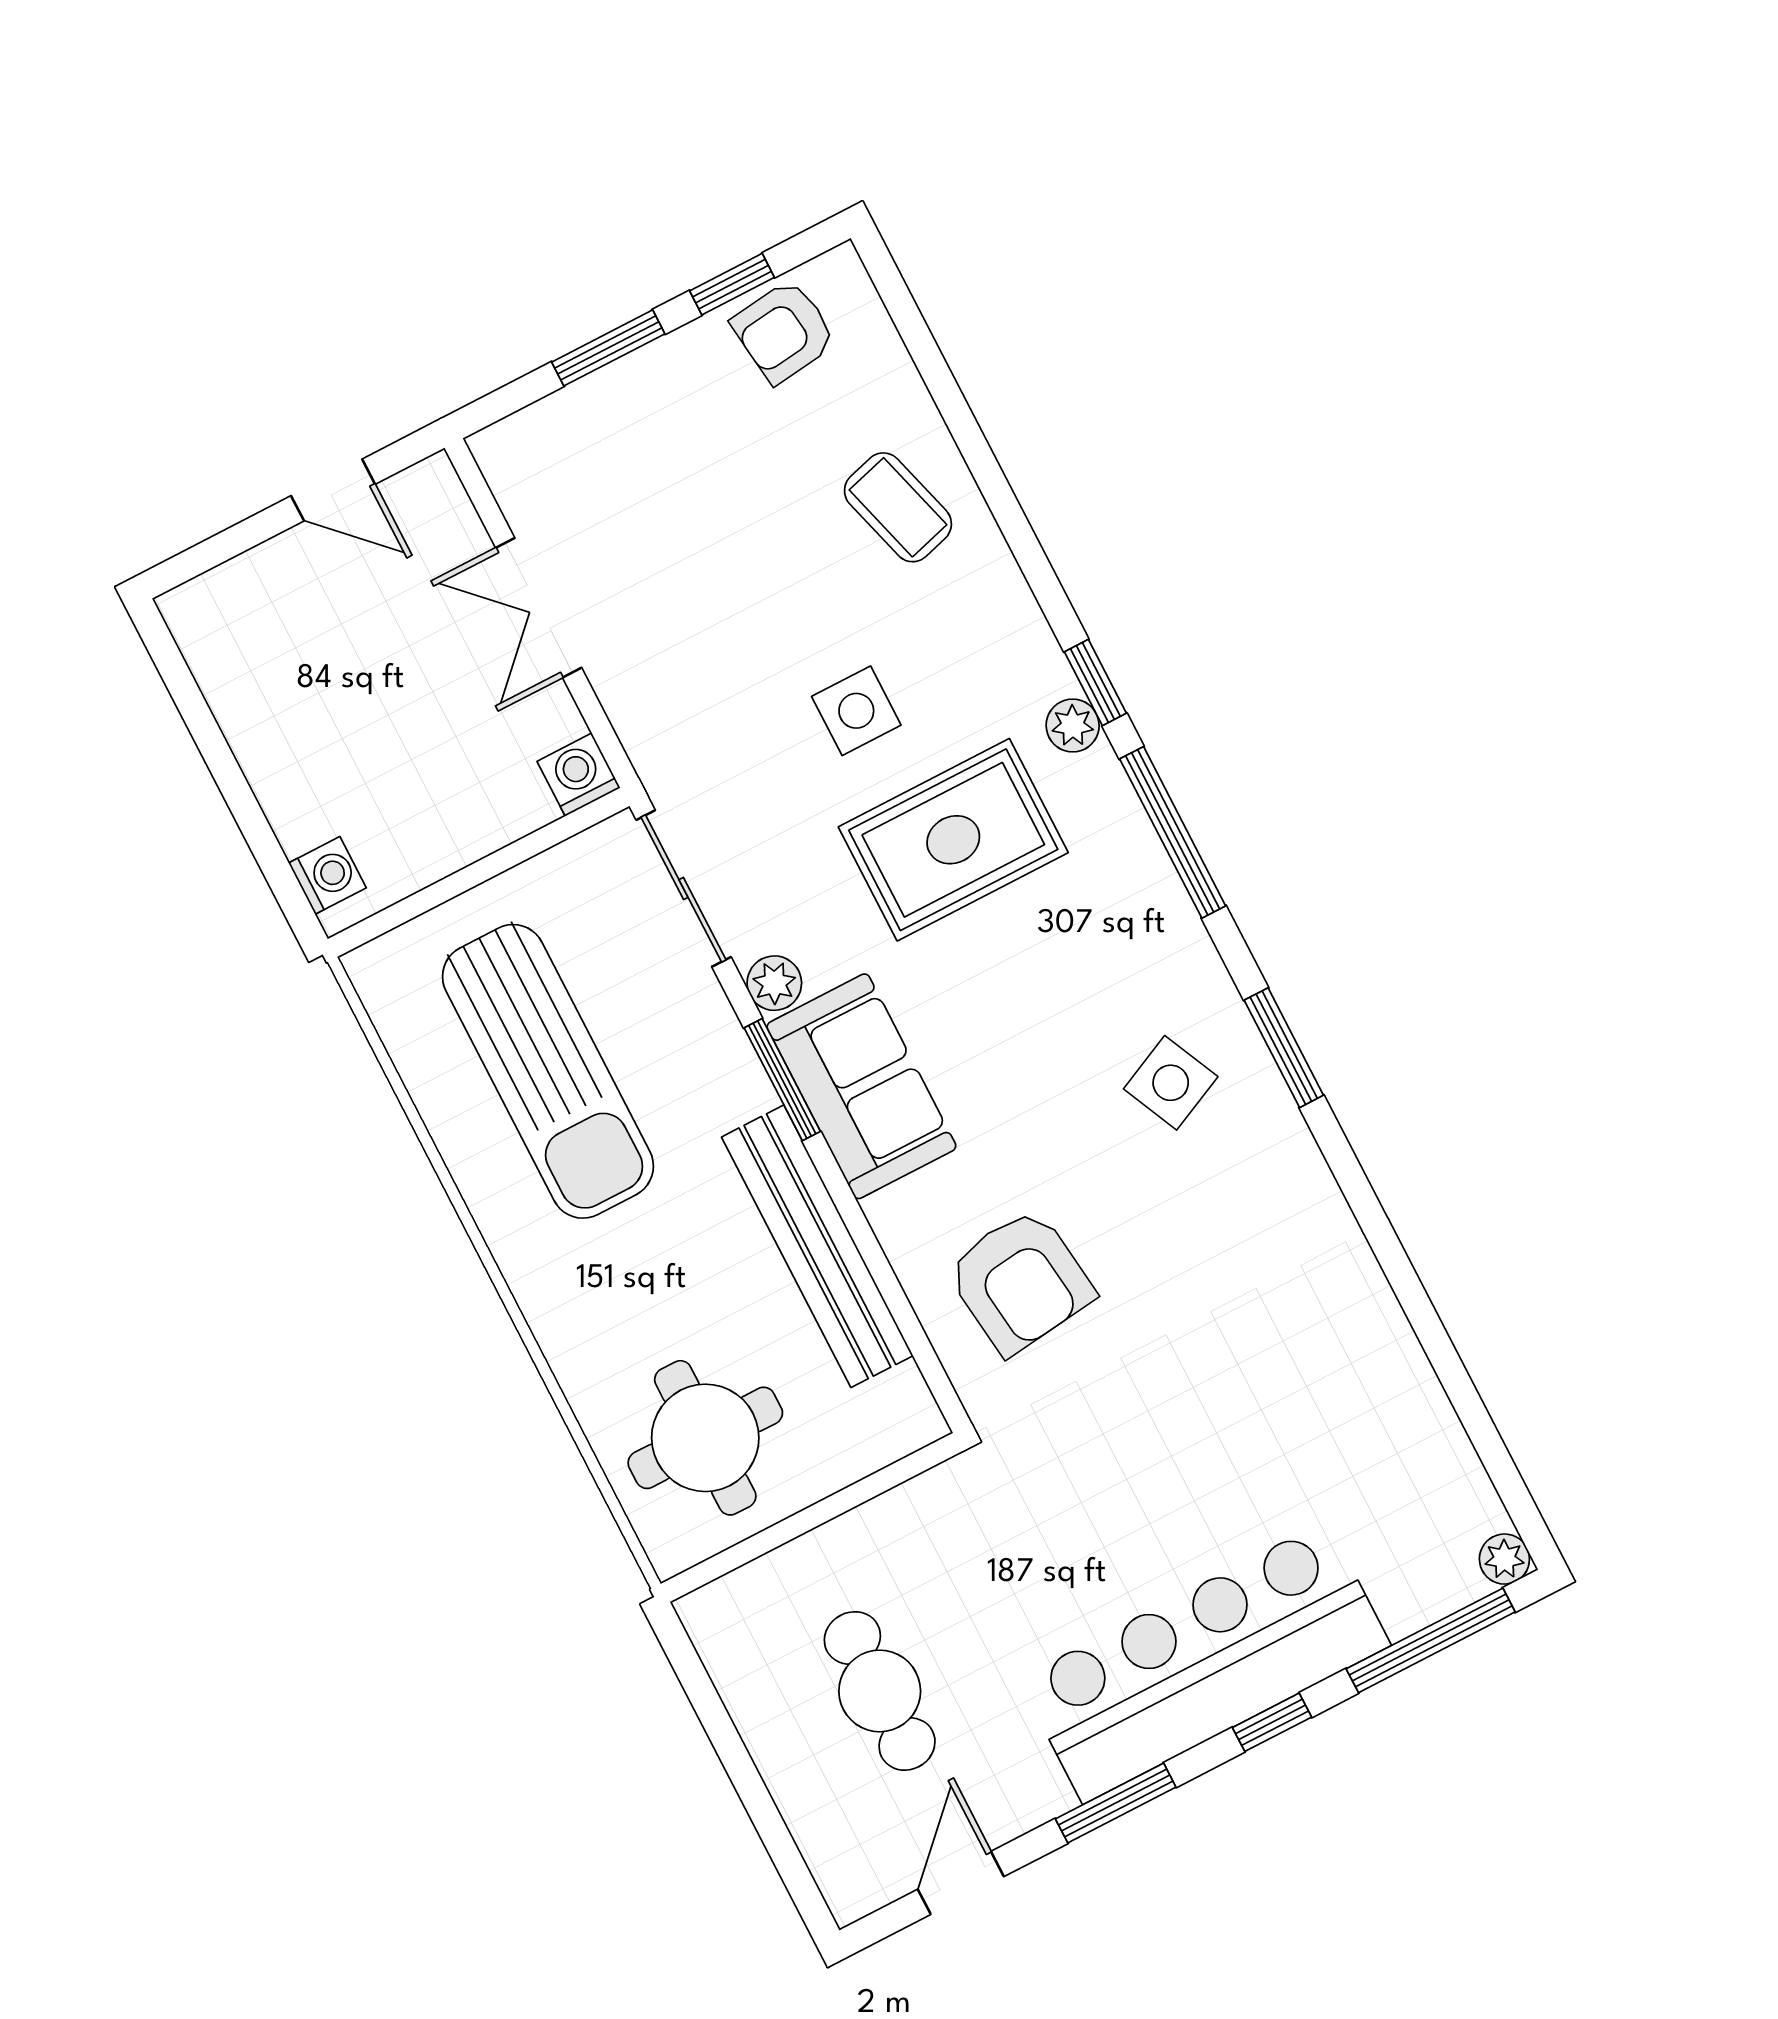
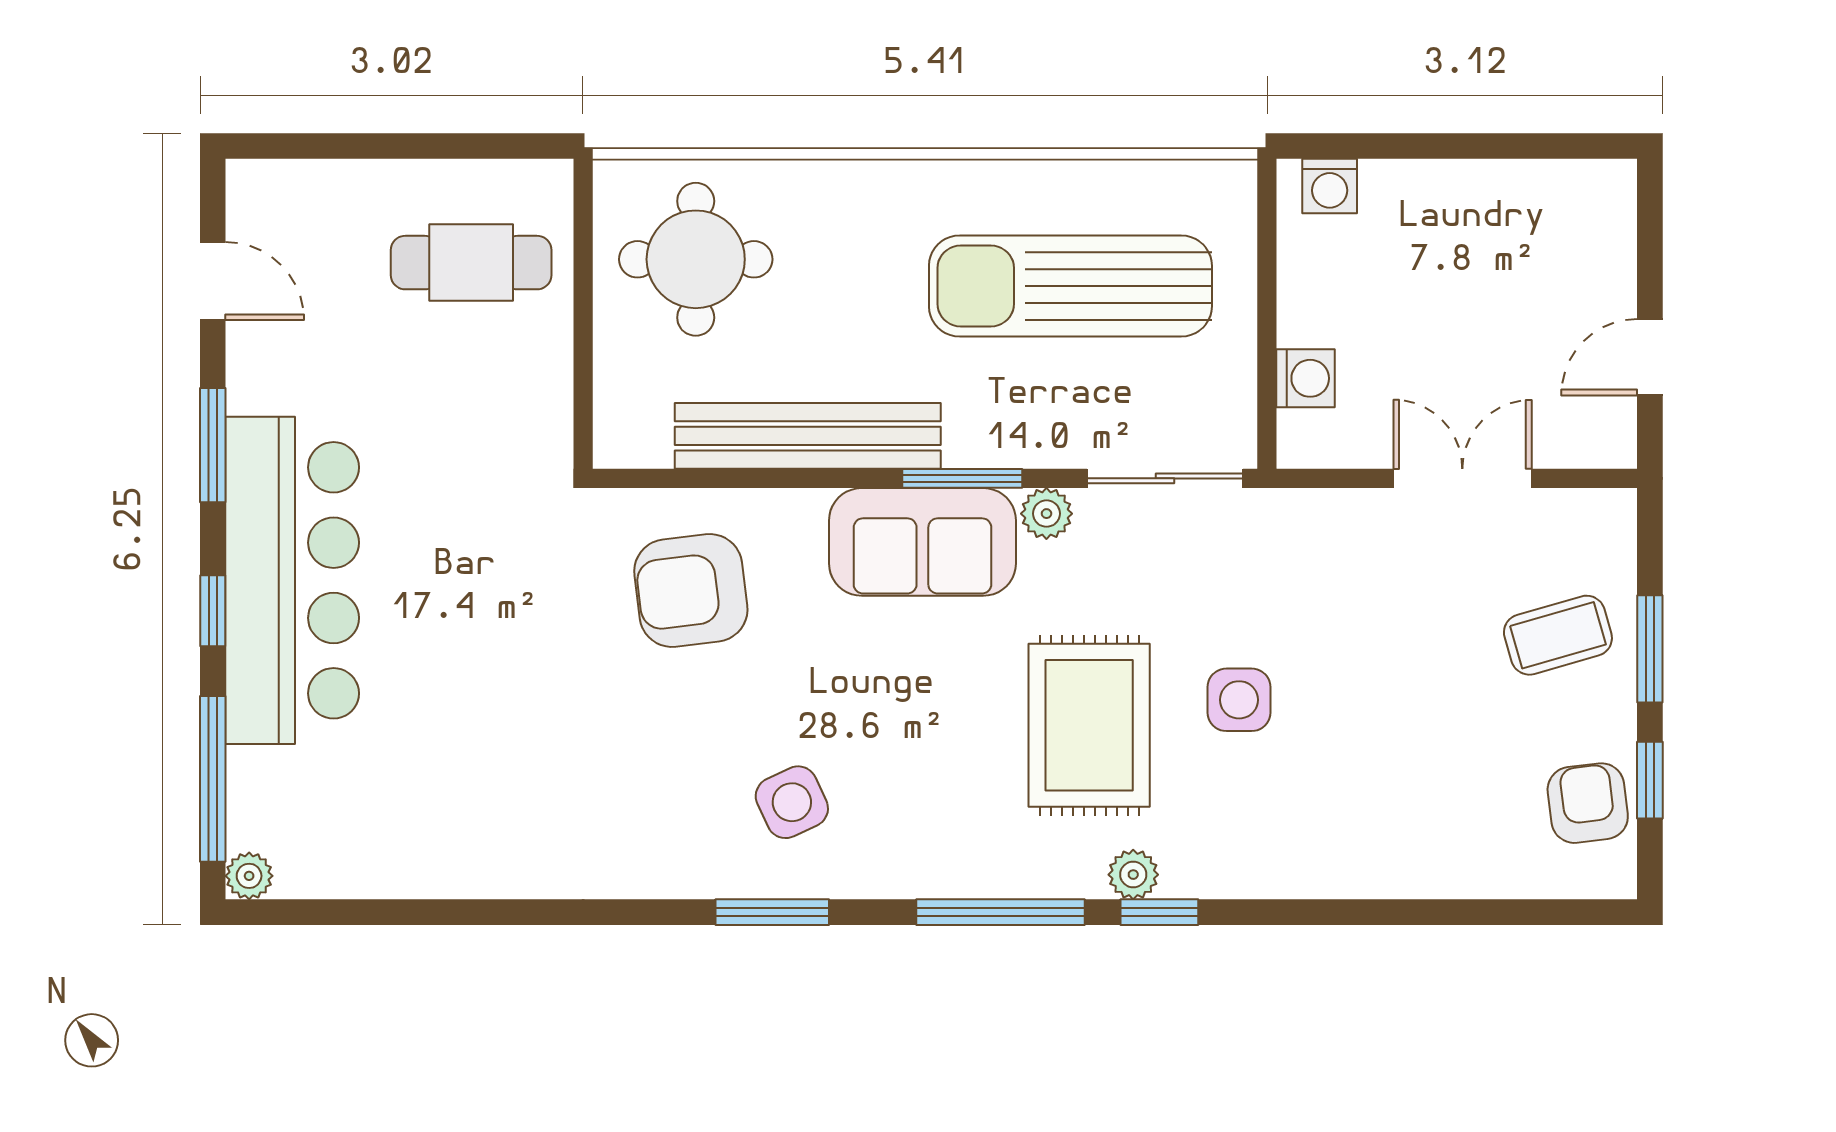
coffee table: (898, 507) -> (1558, 635), moved
washing machine: (579, 775) -> (1306, 378), moved
cafe table: (880, 1691) -> (471, 263), moved

